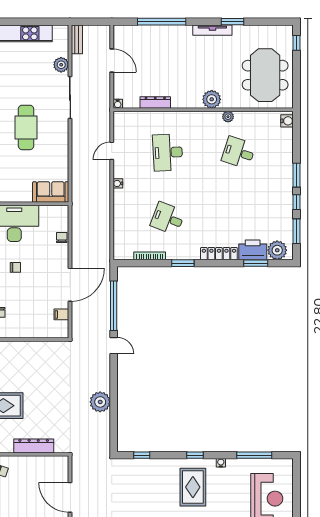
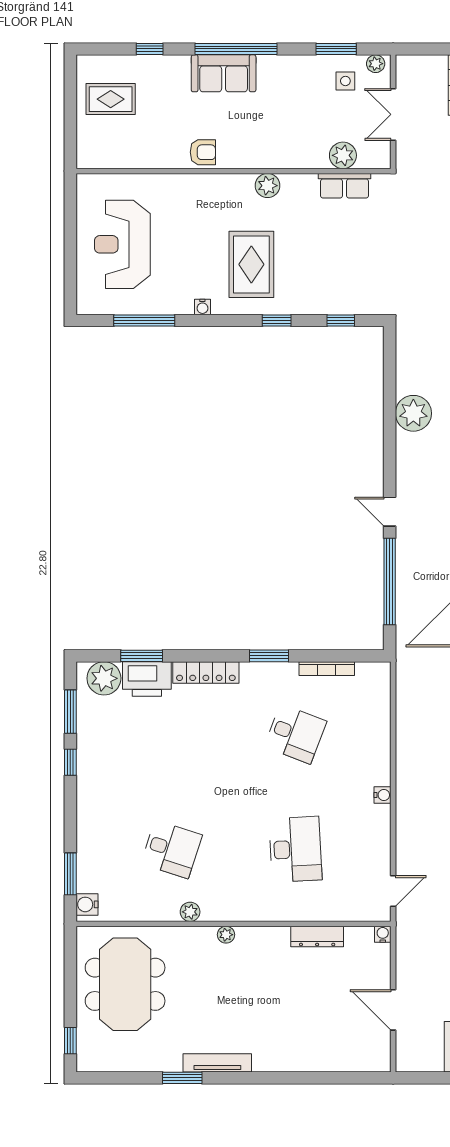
window: (162, 22) -> (306, 1078), removed
plant: (212, 99) -> (226, 935), width x0.53, depth x0.53
door: (112, 151) -> (393, 891), moved
window: (296, 175) -> (70, 874), moved
window: (195, 455) -> (277, 320), moved

